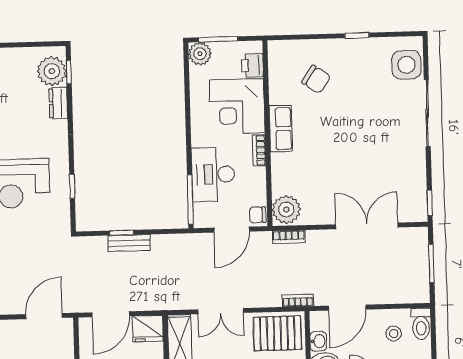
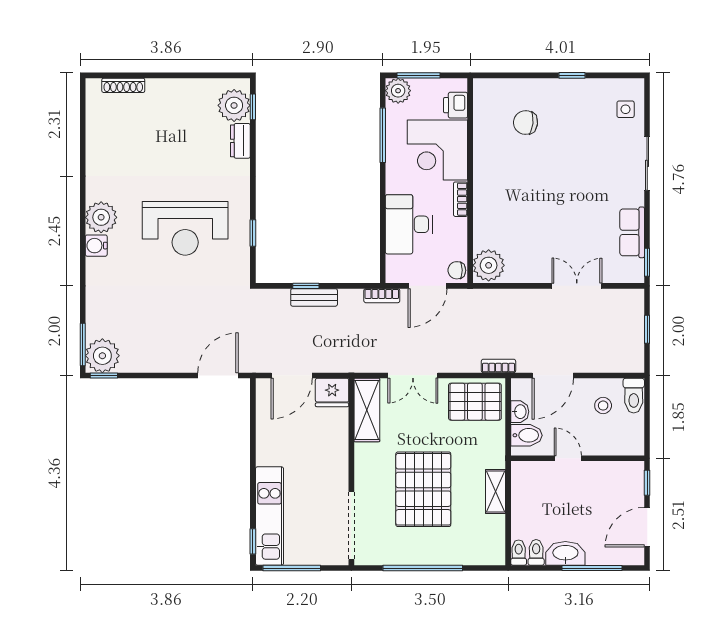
side table: (406, 65) -> (626, 109), width x0.54, depth x0.54
chair: (316, 79) -> (526, 123), turned 152
sliding door: (427, 113) -> (647, 163), width x0.73
row of seats: (281, 129) -> (632, 232), moved, turned 180
window: (190, 199) -> (383, 135), moved
double door: (367, 226) -> (577, 286), width x0.73
bookcase: (289, 237) -> (382, 296), moved
window: (431, 263) -> (647, 329), width x0.67

